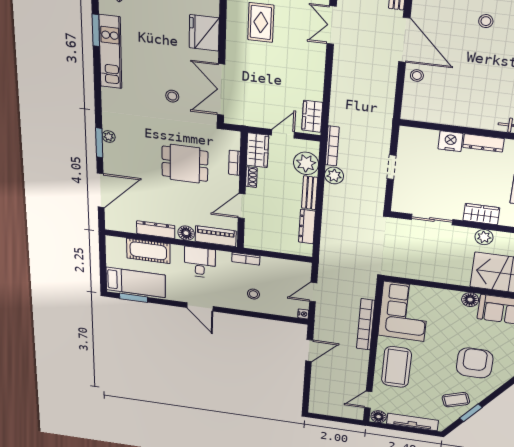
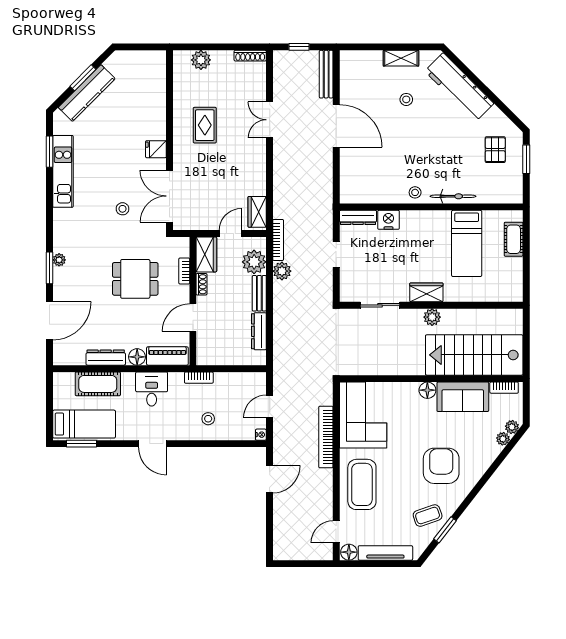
fridge: (204, 33) -> (156, 149), width x0.53, depth x0.75
stool: (417, 76) -> (415, 192), moved
dresser: (483, 143) -> (358, 217), moved

